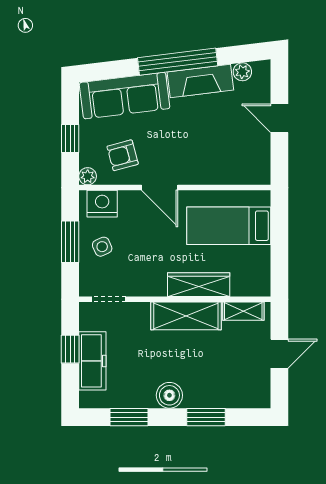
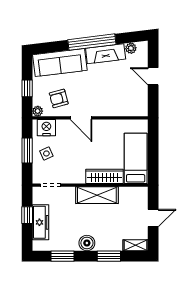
bed: (229, 226) -> (136, 158), moved, turned 90
shelving: (243, 311) -> (136, 245), moved

